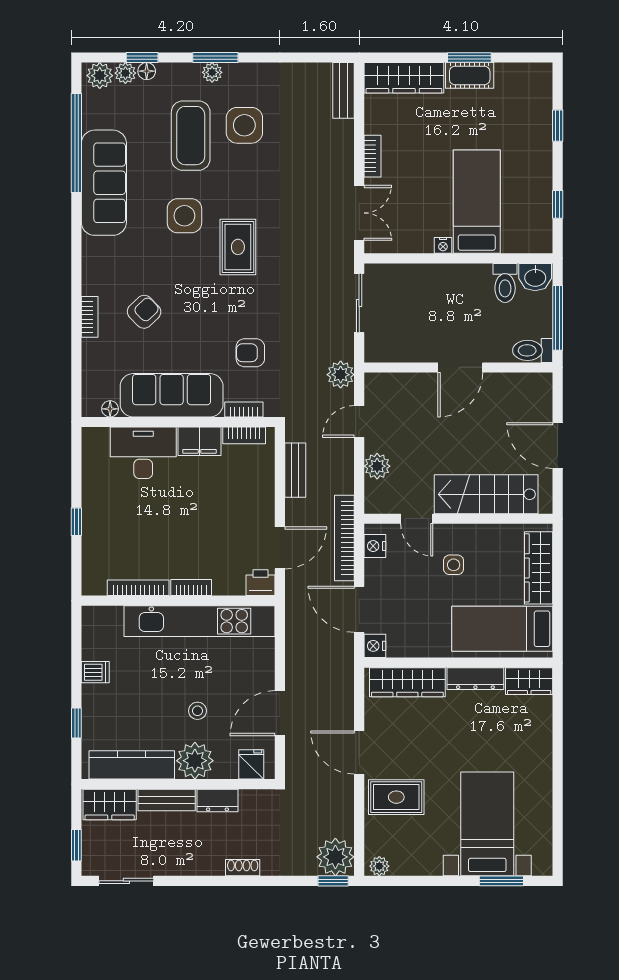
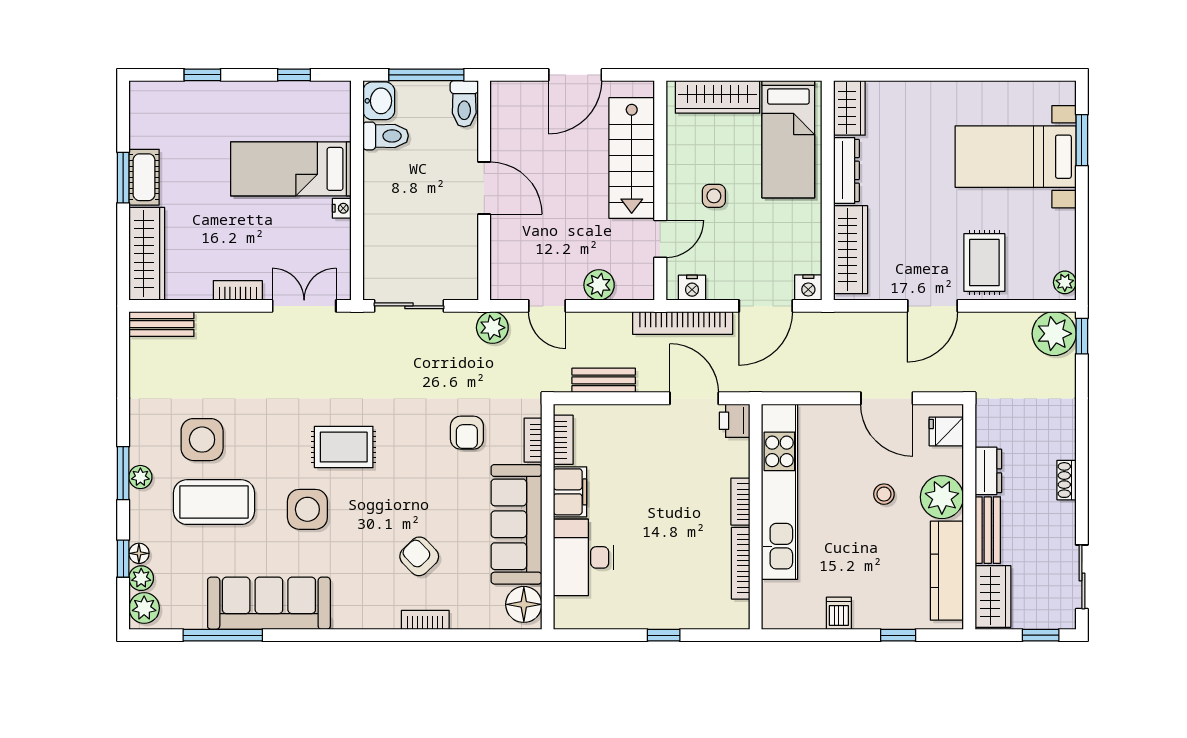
window: (76, 143) -> (223, 635), width x0.68
floor lamp: (110, 409) -> (524, 604), width x1.89, depth x1.89
shoe rack: (243, 868) -> (1067, 480), moved

